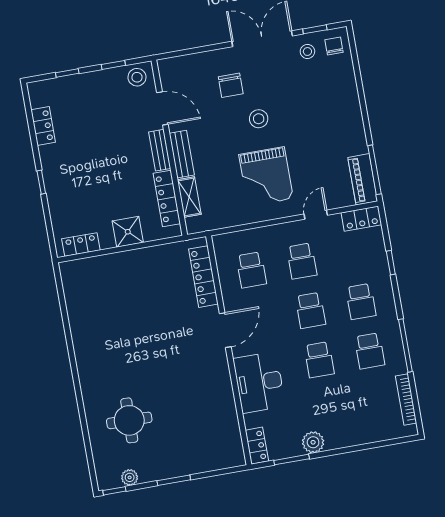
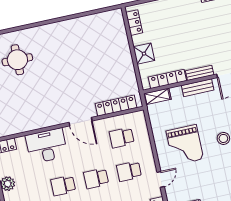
grand piano: (266, 177) -> (185, 145), turned -90
shelving: (189, 197) -> (157, 96), moved
door: (316, 215) -> (161, 179), hinge flipped

